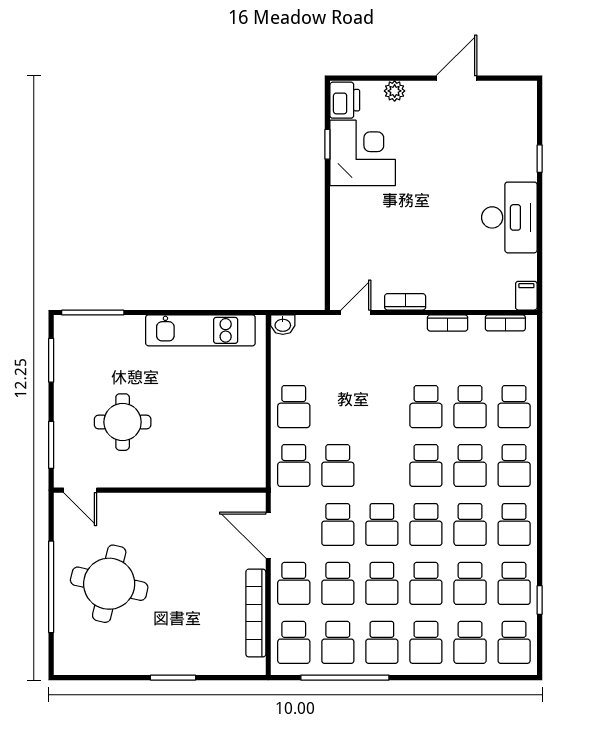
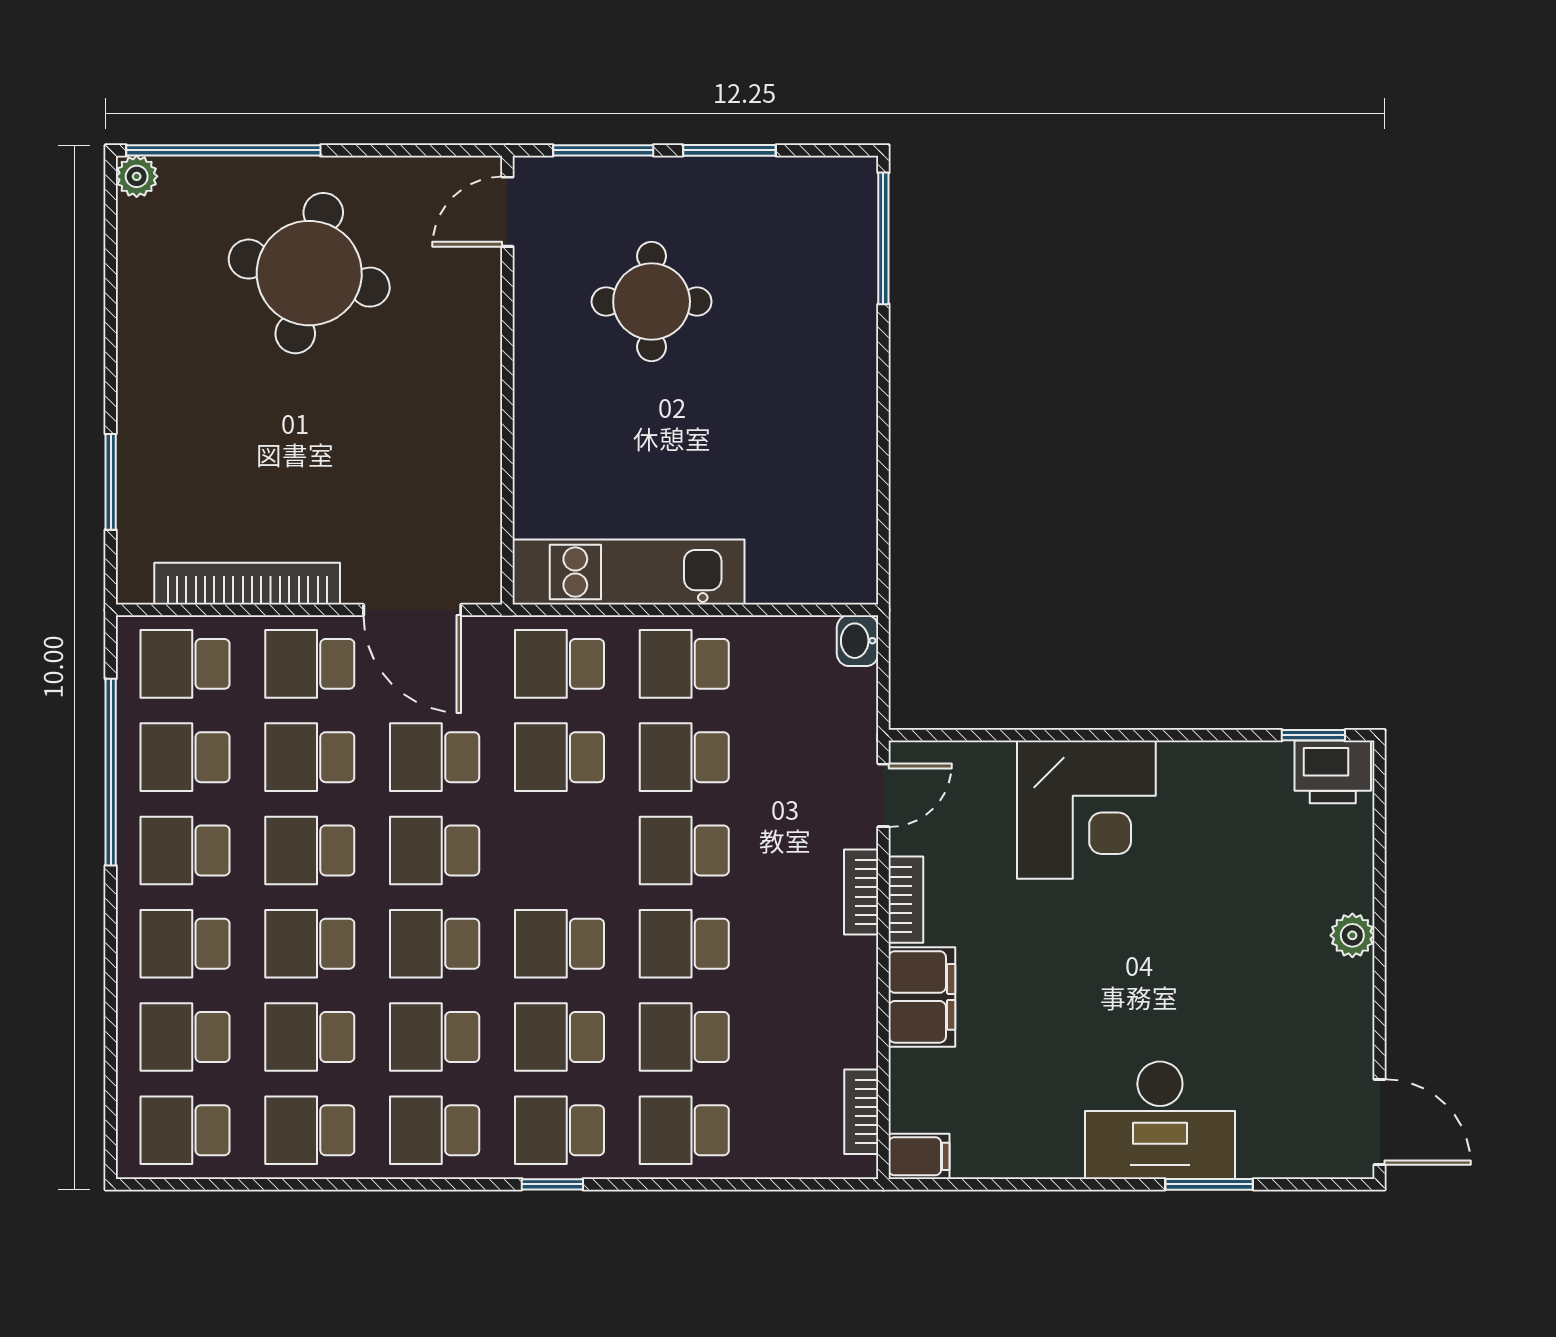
door: (457, 78) -> (1380, 1122), moved
plant: (395, 91) -> (1352, 935), moved
window: (327, 144) -> (1313, 735), moved
corner desk: (363, 153) -> (1086, 810), moved
window: (540, 159) -> (1209, 1184), width x1.50
desk: (509, 217) -> (1160, 1120), moved
filing cabinet: (451, 294) -> (922, 997), added
door: (356, 312) -> (883, 795), hinge flipped
bookcase: (448, 323) -> (861, 892), moved
kitchen unit: (200, 330) -> (629, 572), moved, turned 90
window: (51, 360) -> (729, 150), moved
school desk: (338, 407) -> (684, 757), added
school desk: (382, 407) -> (684, 850), added
door: (268, 535) -> (412, 610), swing flipped
window: (51, 587) -> (223, 150), moved
window: (540, 600) -> (552, 1184), moved
plant: (63, 665) -> (137, 176), added
window: (173, 678) -> (111, 482), moved

